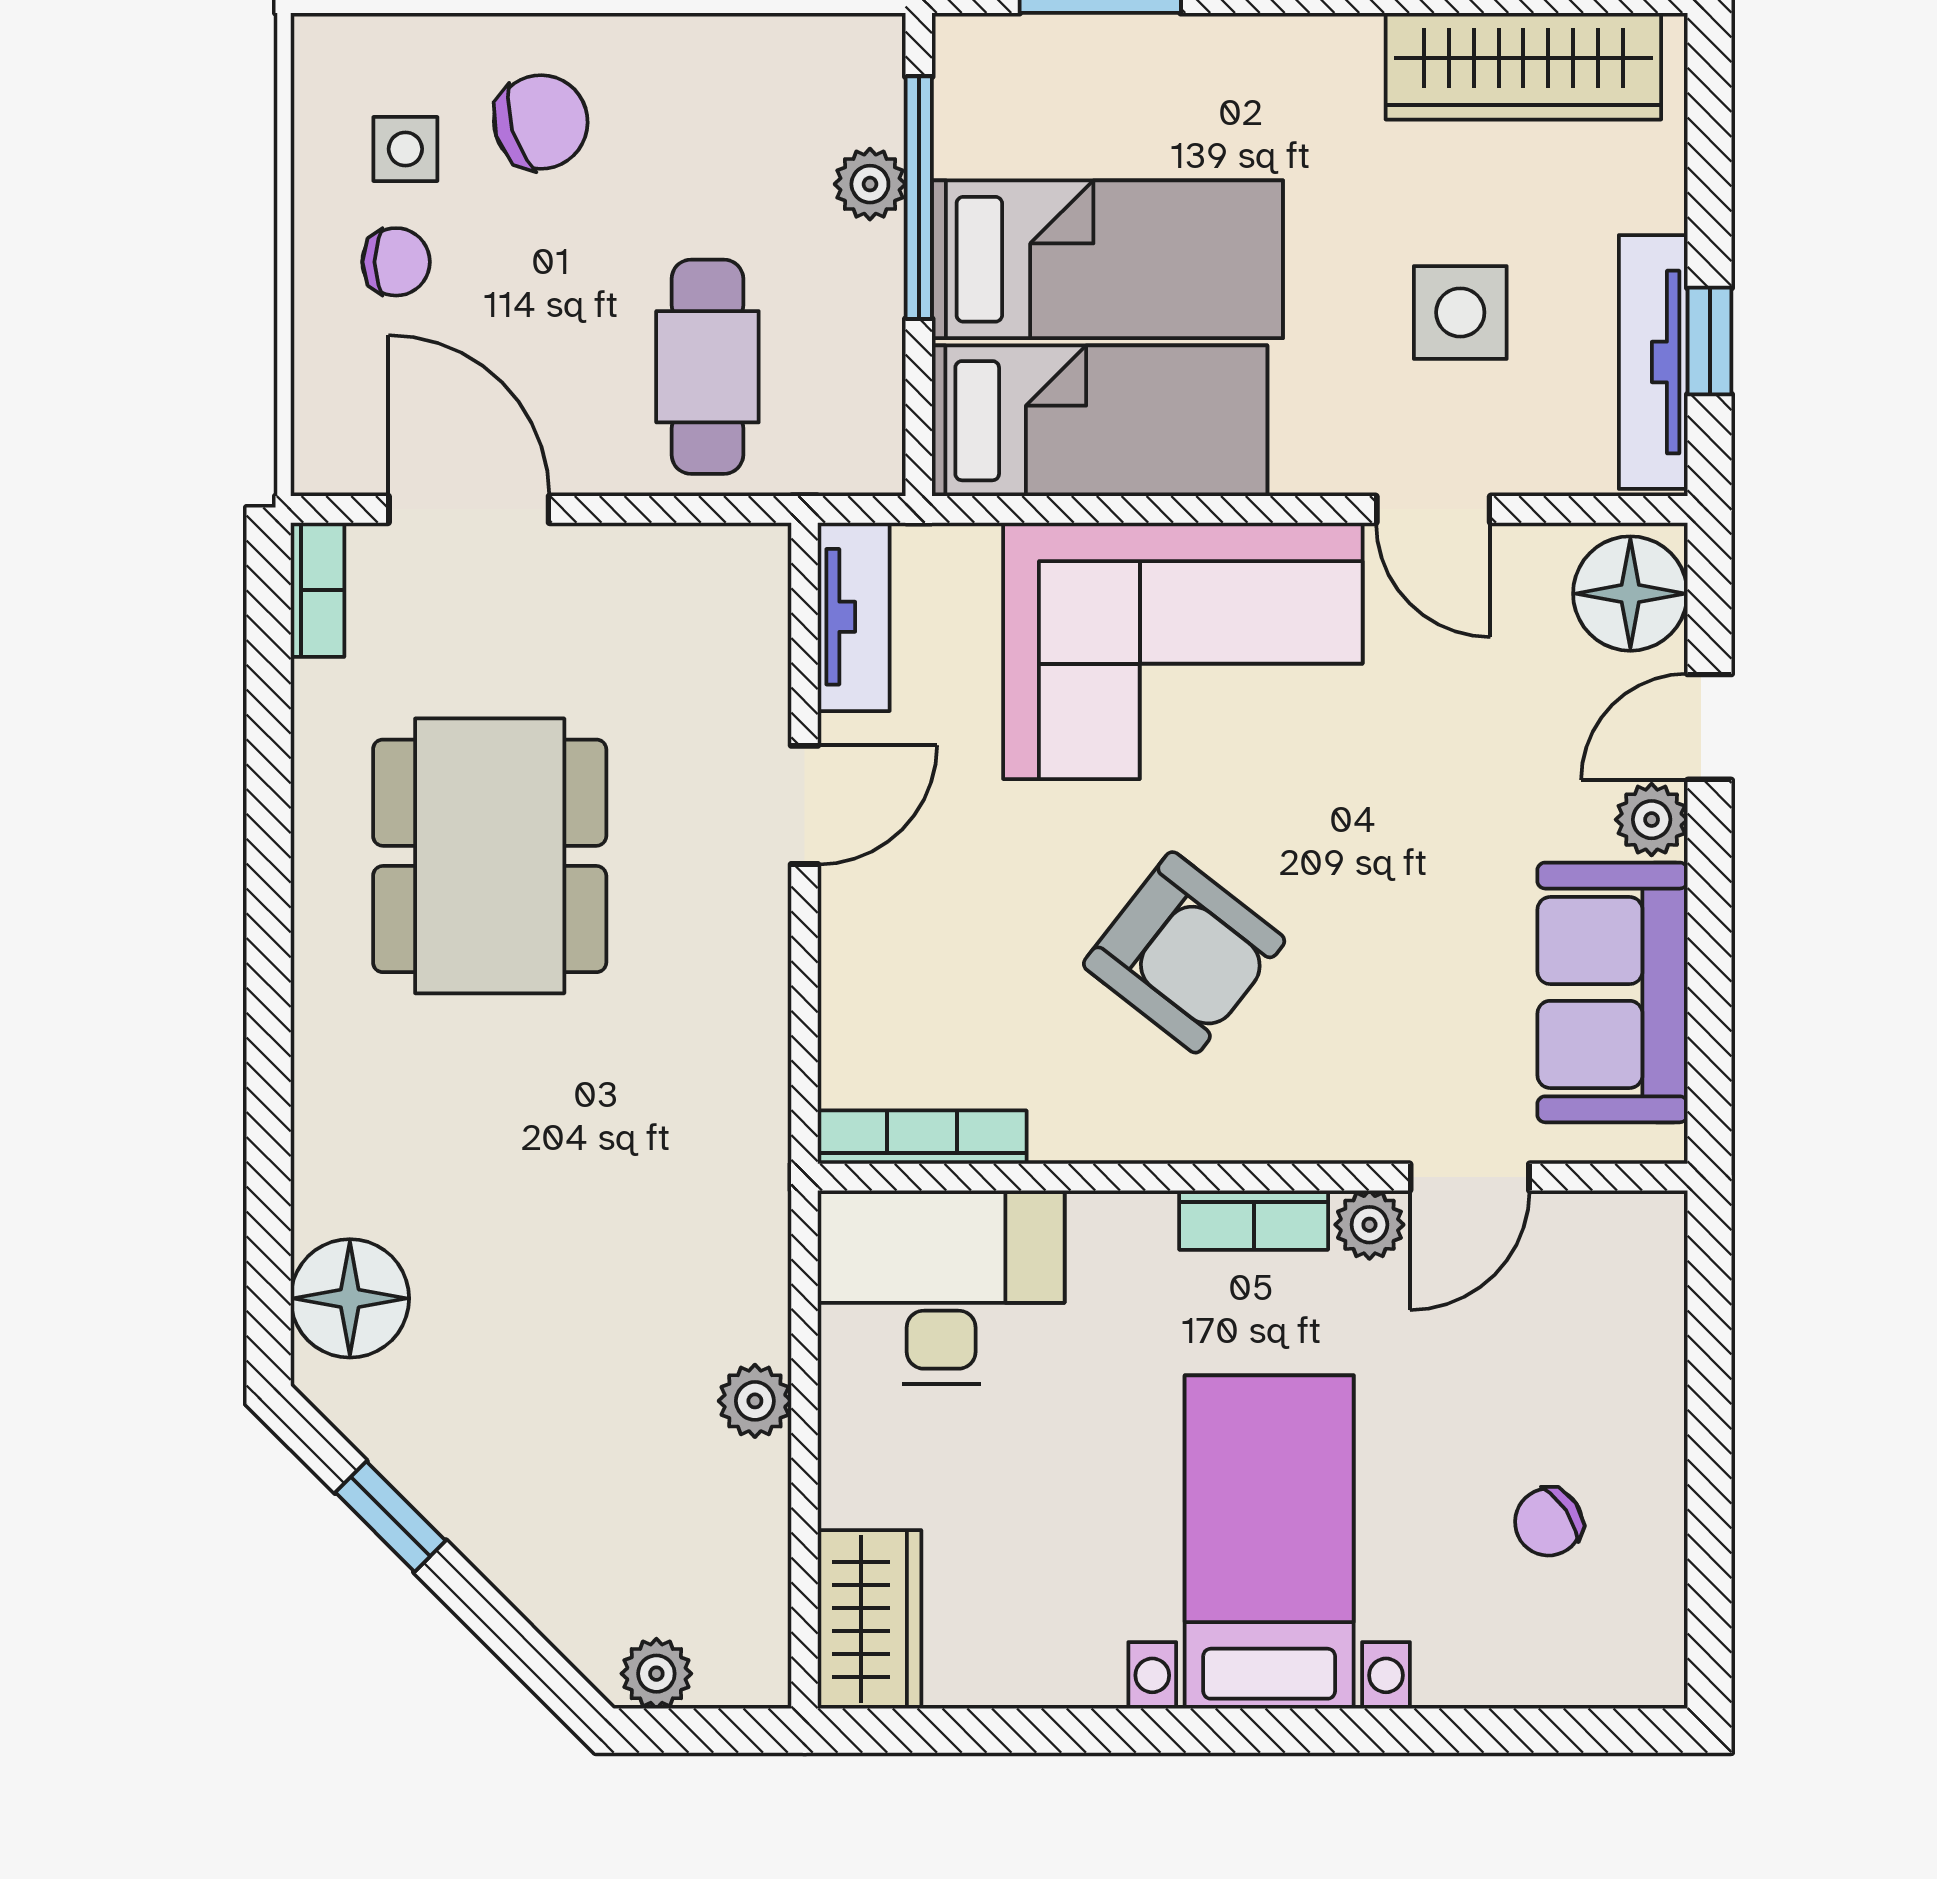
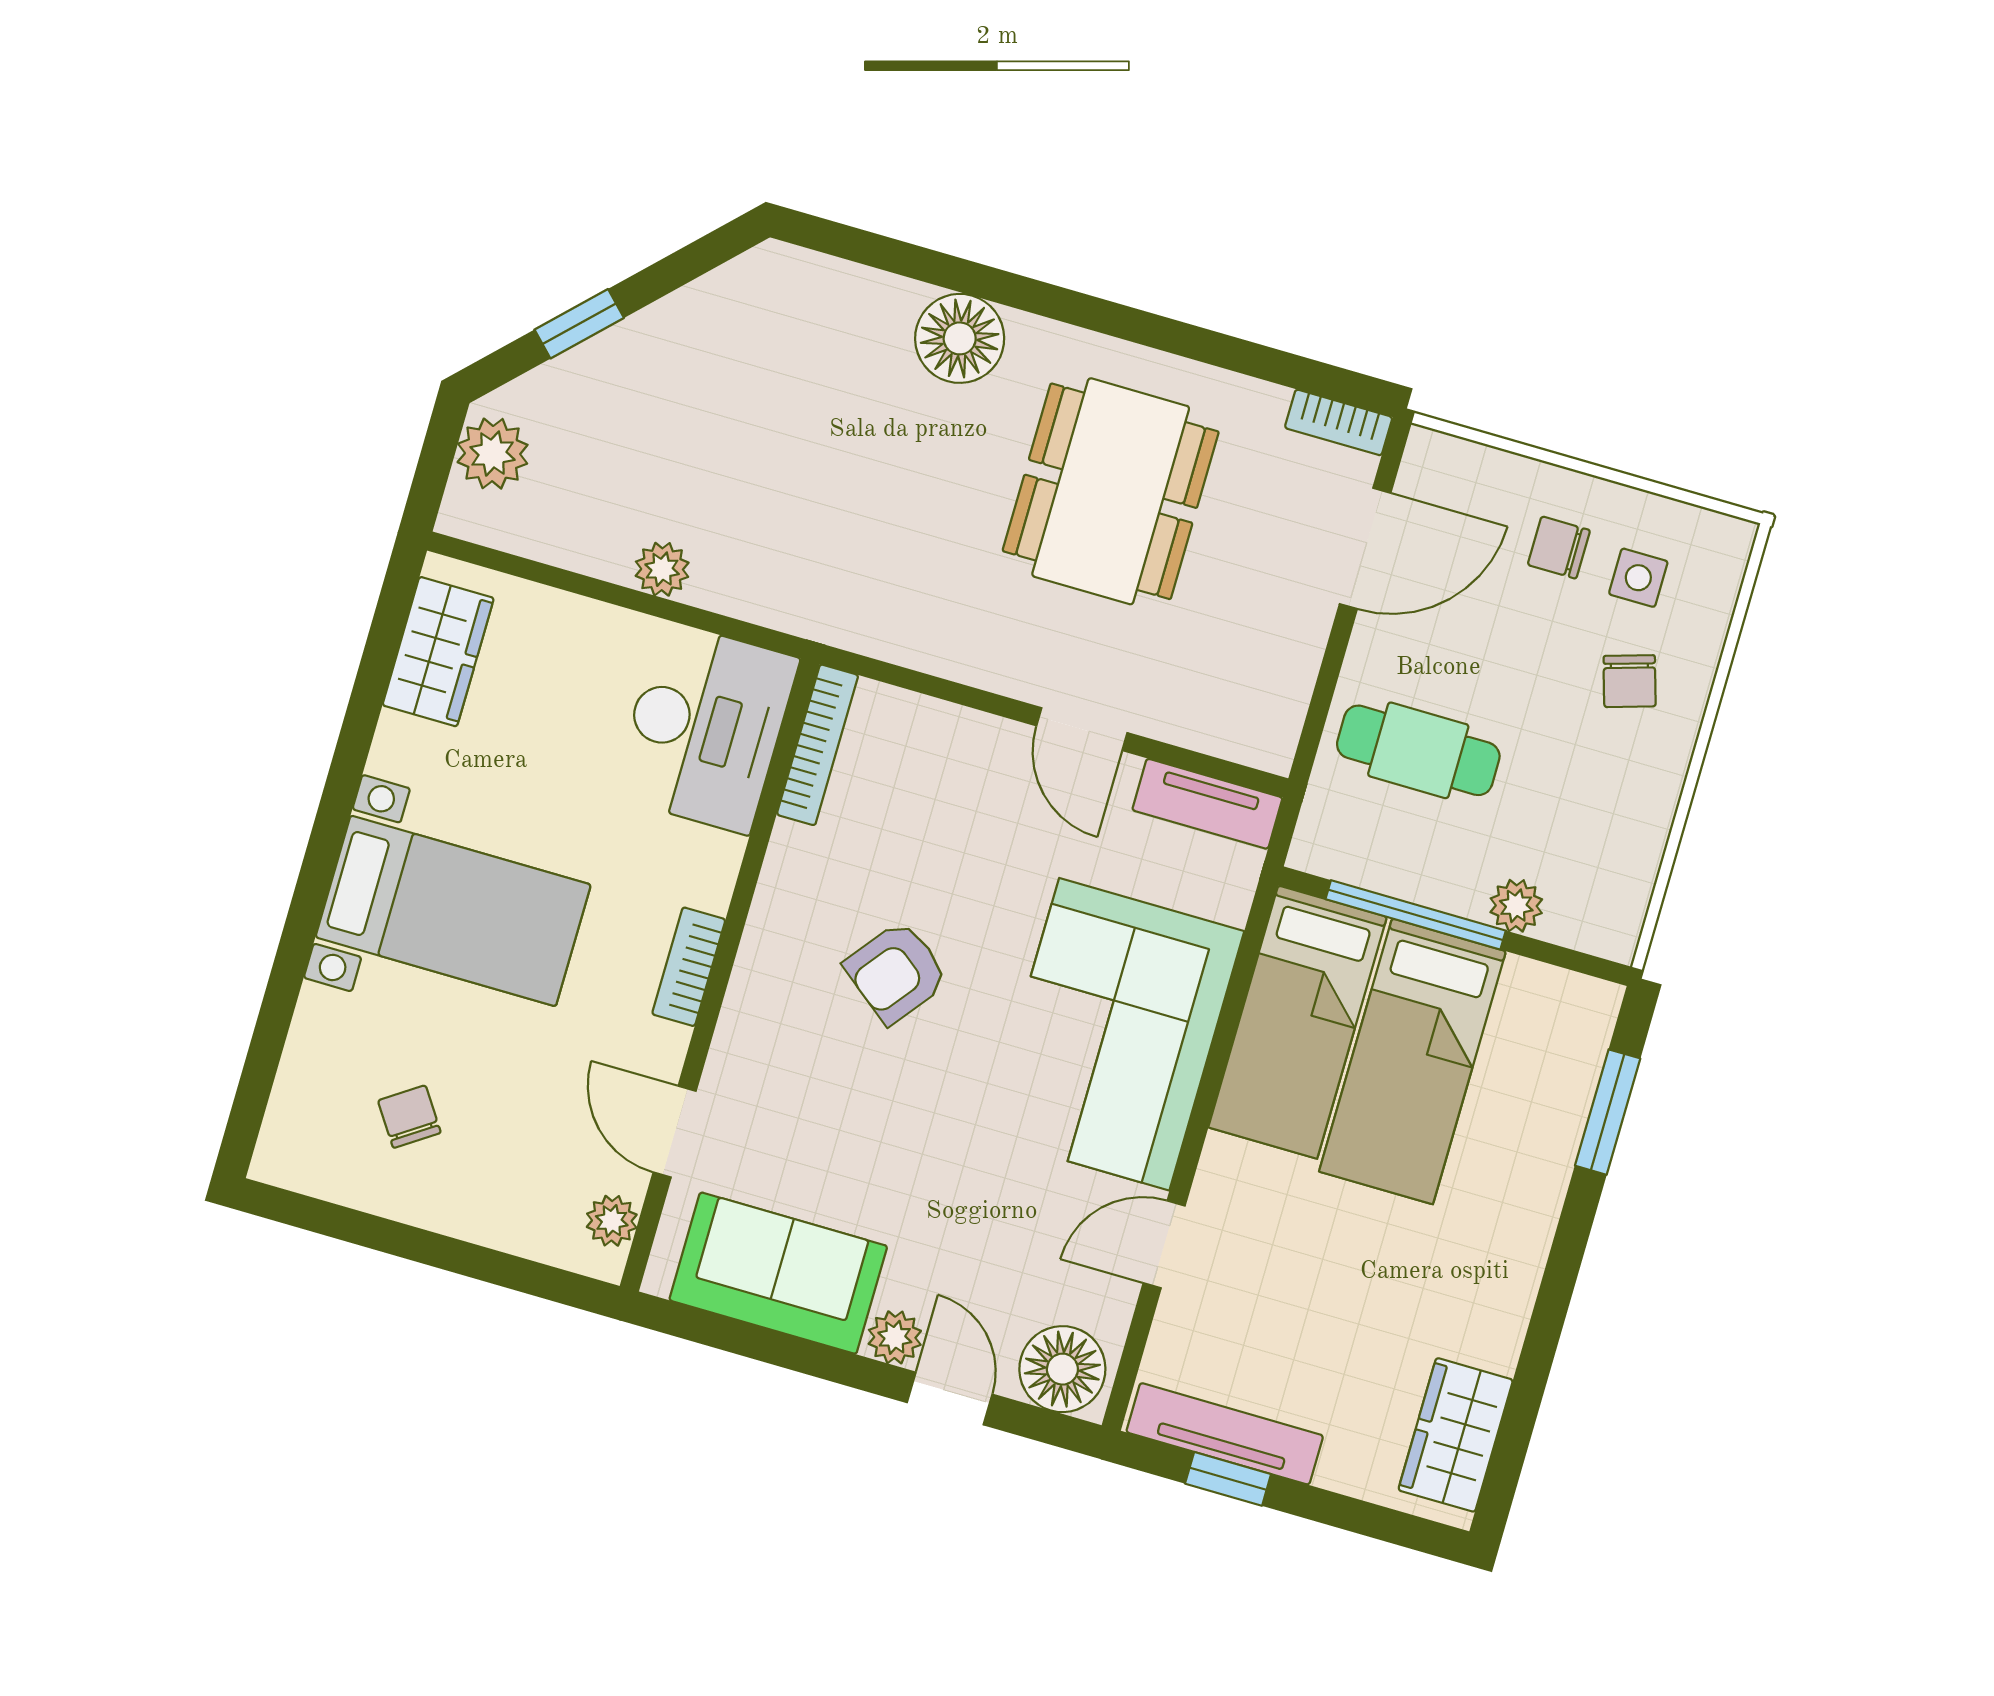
wardrobe: (1523, 66) -> (1456, 1435), width x0.67
chair: (541, 122) -> (1630, 681), width x0.73, depth x0.73
window: (919, 198) -> (1416, 915), moved
chair: (396, 262) -> (1559, 548), turned 90
side table: (1460, 312) -> (1301, 1305), removed
dining table: (490, 856) -> (1111, 491), turned 90
armchair: (1184, 952) -> (896, 972), width x0.72, depth x0.72
plant: (1369, 1225) -> (612, 1221), moved
floor lamp: (350, 1298) -> (960, 338), moved
window: (390, 1517) -> (579, 324), moved
wardrobe: (870, 1619) -> (438, 652), moved, turned -90
plant: (656, 1674) -> (493, 454), width x1.38, depth x1.38

